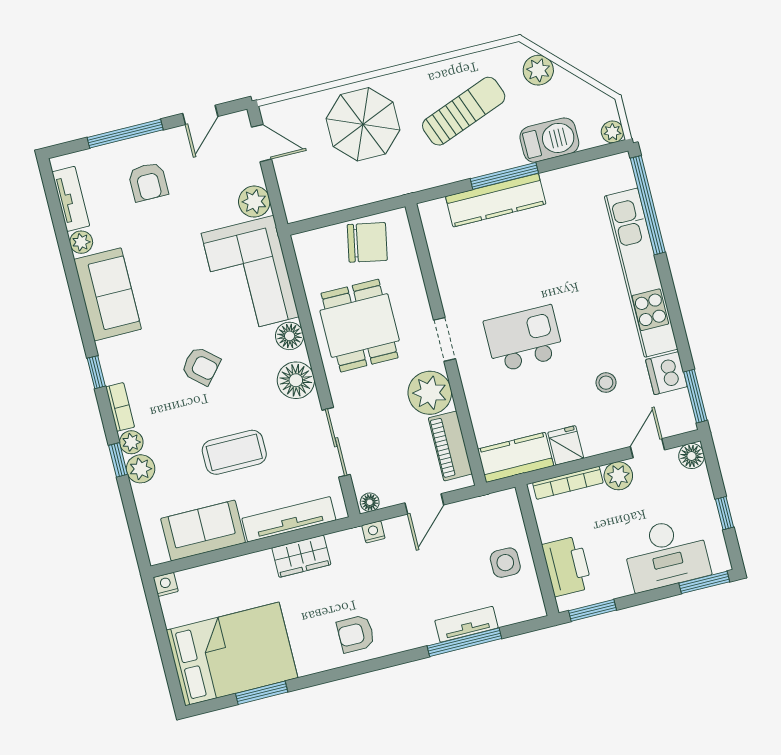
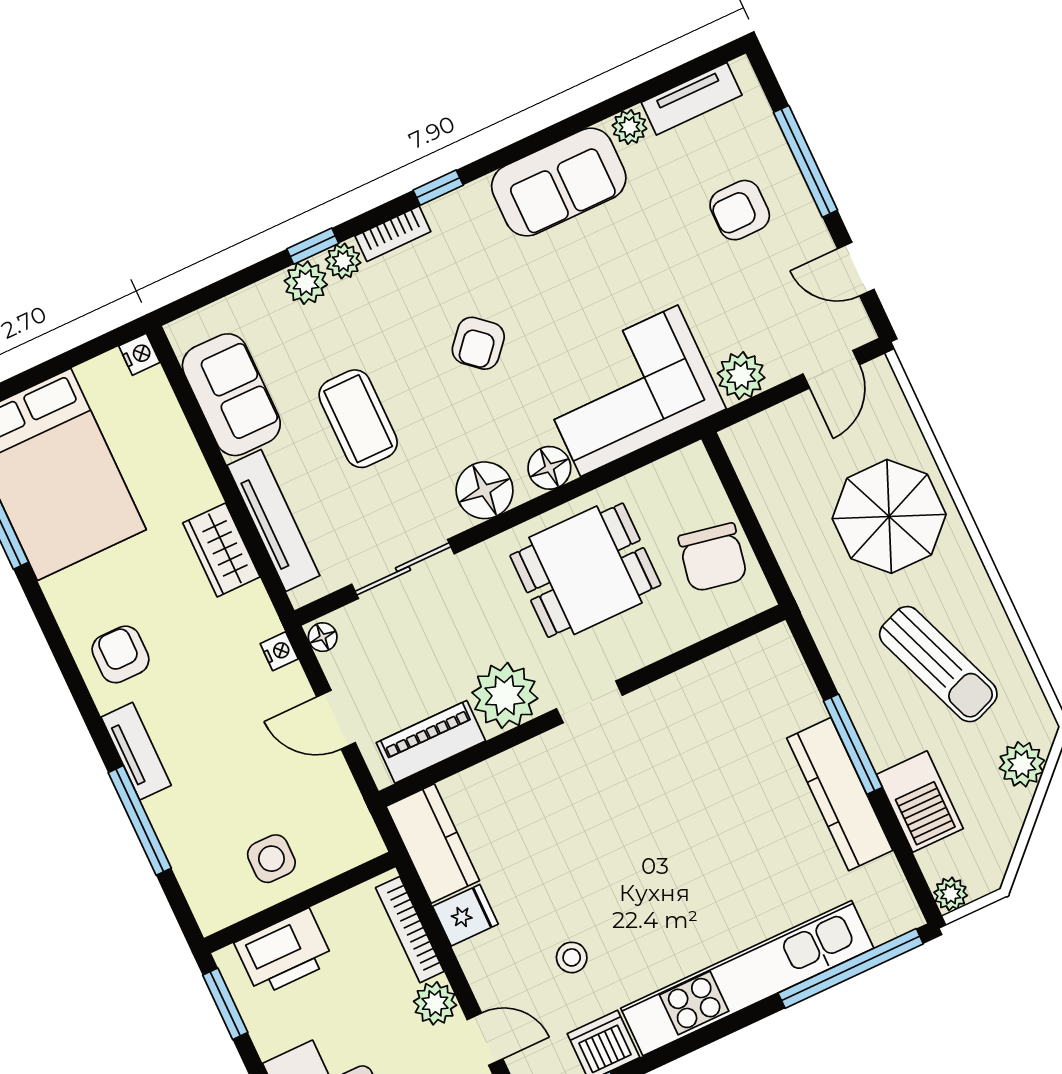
kitchen counter: (496, 200) -> (840, 794), moved
kitchen island: (524, 339) -> (614, 821), removed
tv unit: (466, 624) -> (136, 751), moved

